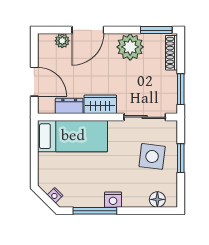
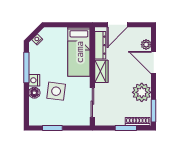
window: (181, 89) -> (126, 128), moved
dresser: (69, 106) -> (100, 45), width x1.44
side table: (152, 156) -> (56, 91), moved
window: (181, 158) -> (52, 128), moved
floor lamp: (157, 199) -> (34, 93), moved

